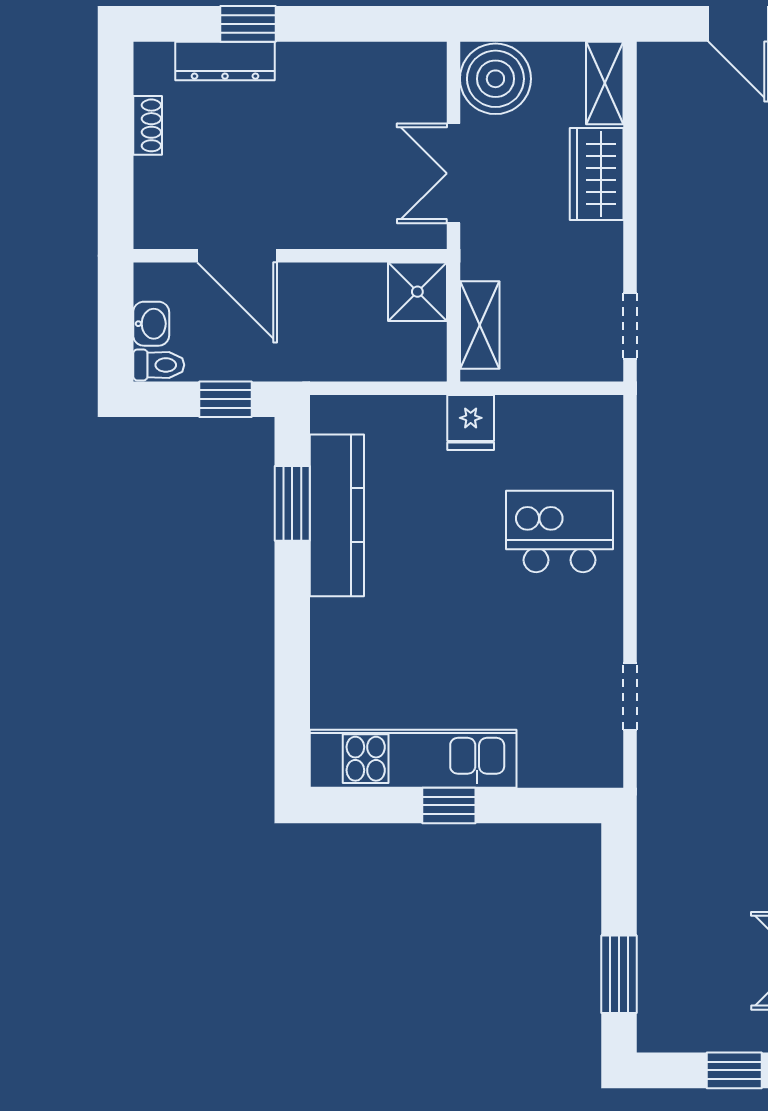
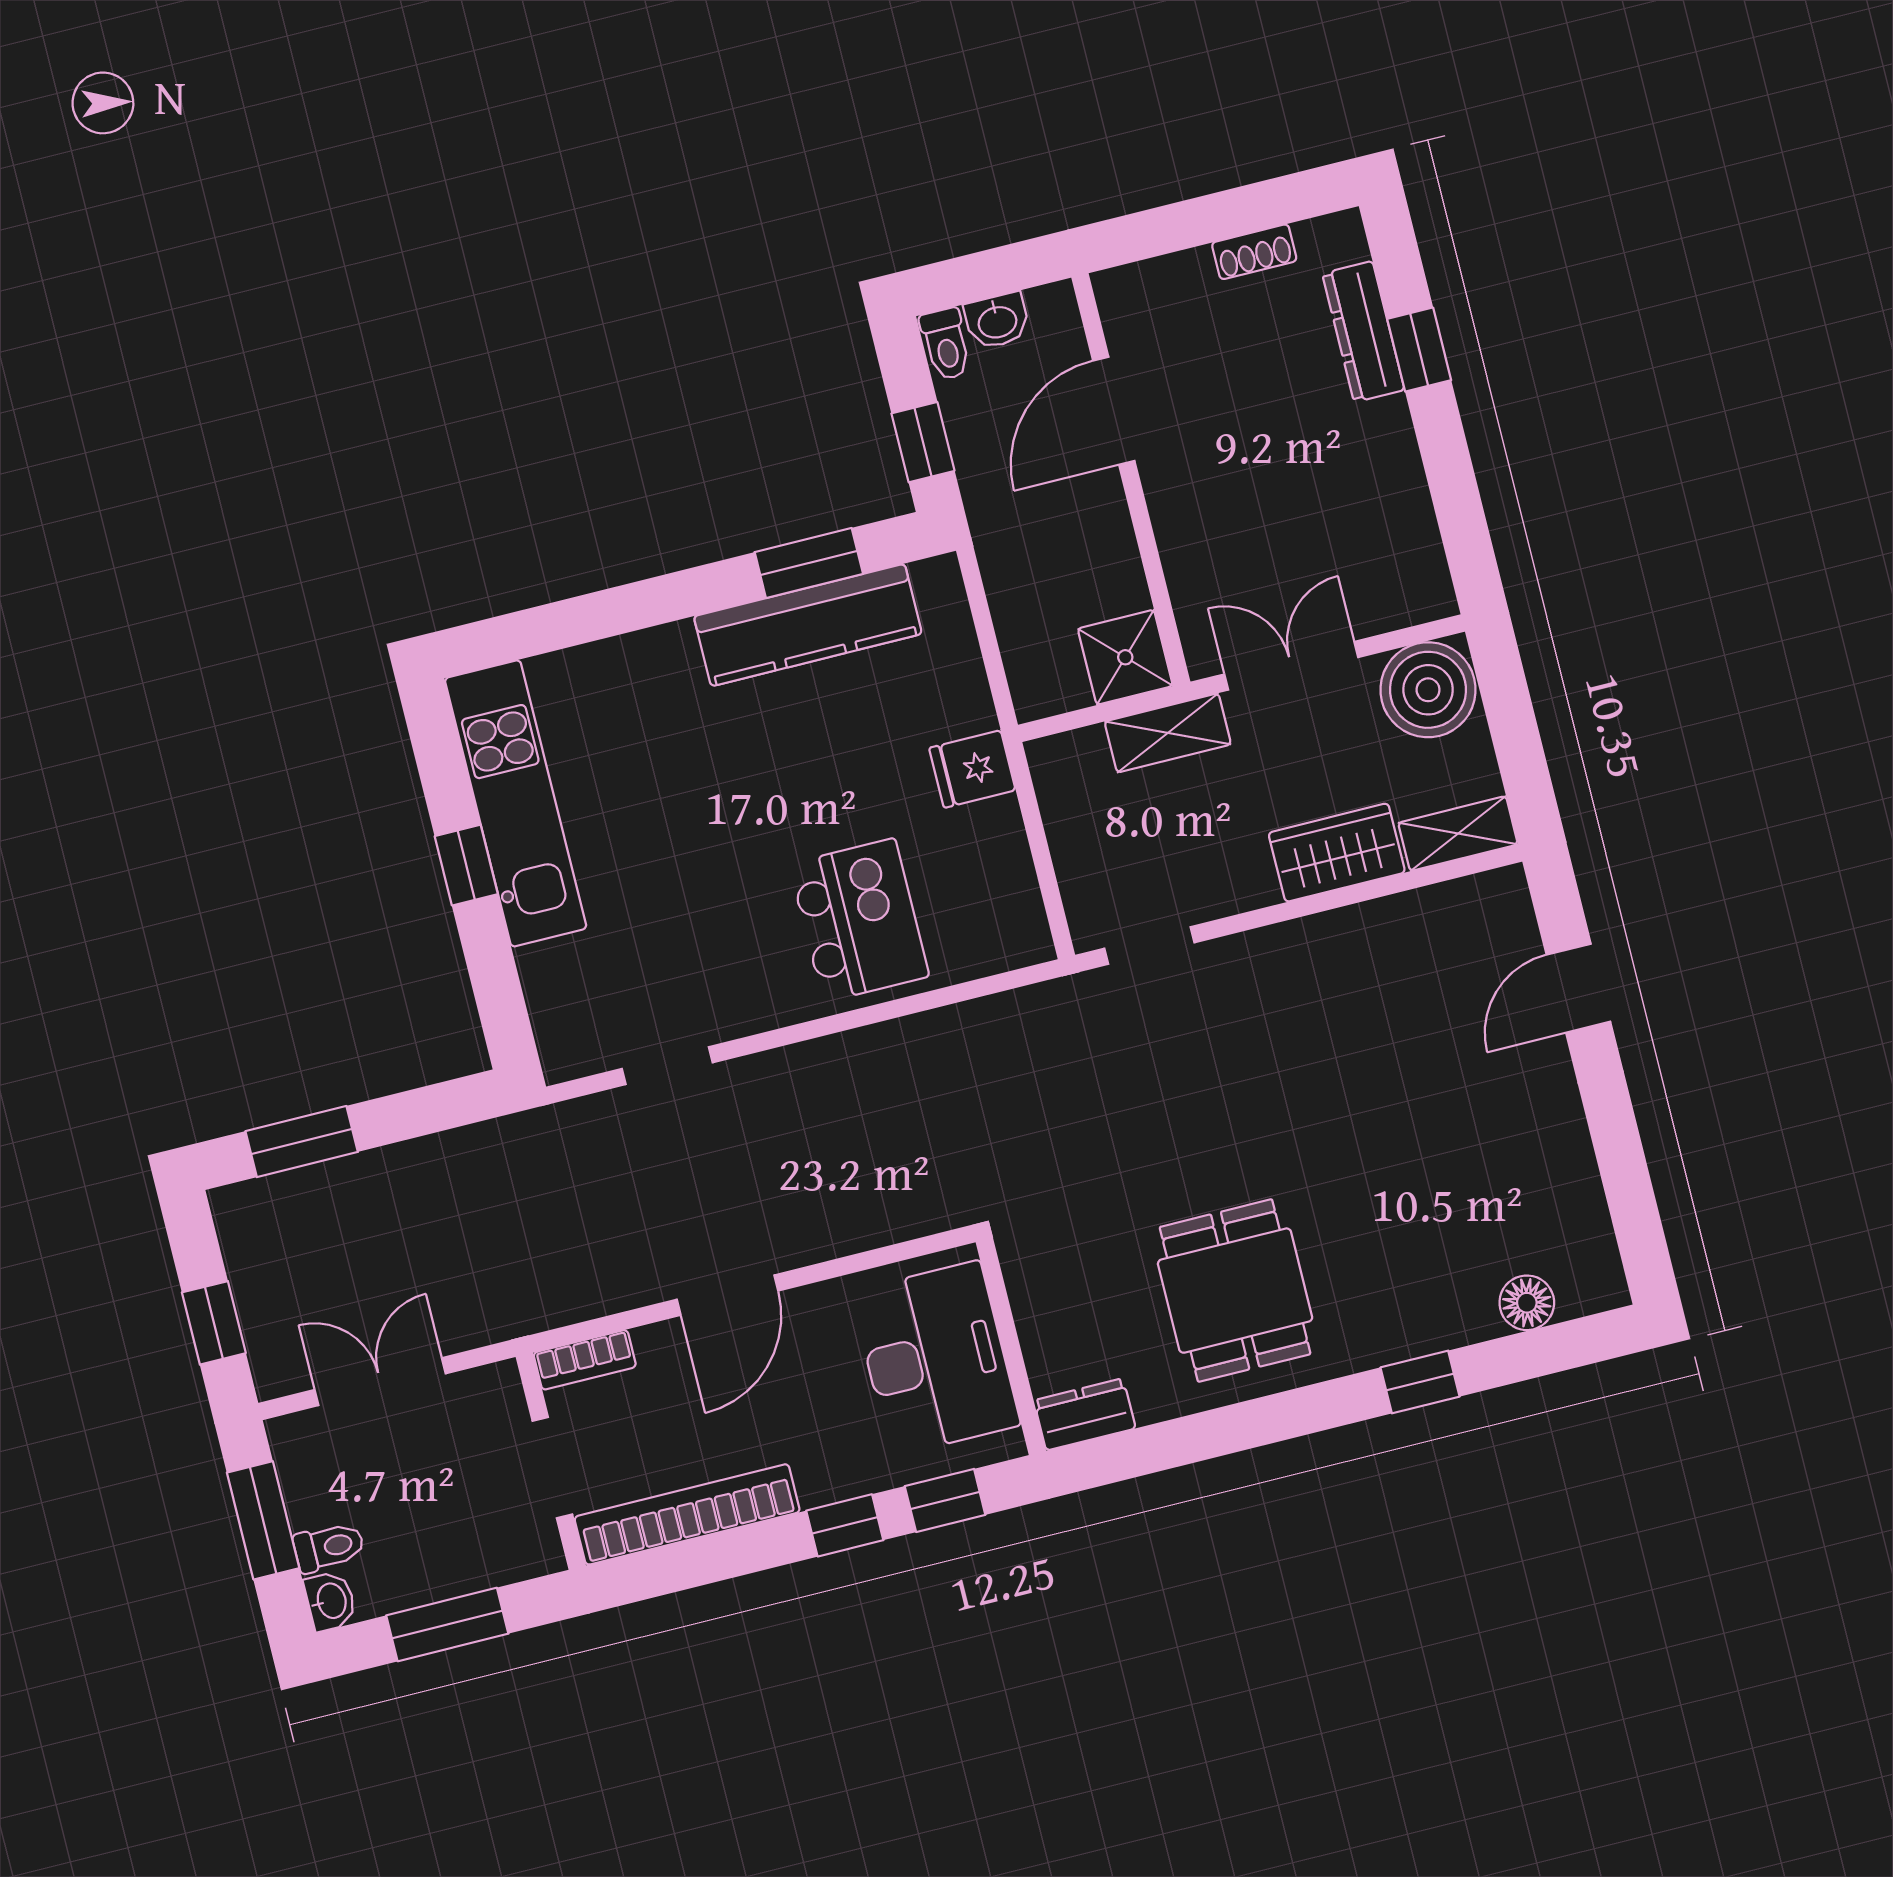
shelving: (480, 325) -> (1168, 733), moved

